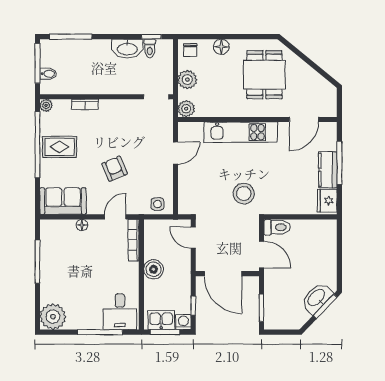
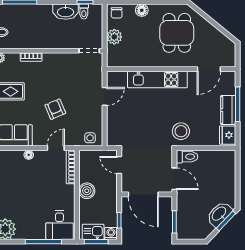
plant: (186, 109) -> (113, 60), removed
stool: (244, 194) -> (181, 131), moved

